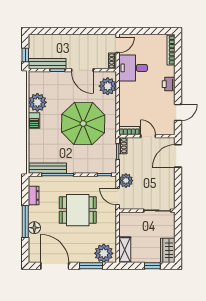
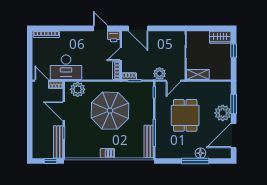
desk: (133, 68) -> (66, 67), width x1.37
door: (82, 70) -> (64, 111), swing flipped
printer: (169, 84) -> (114, 36), moved
plant: (37, 102) -> (92, 150), removed
dresser: (34, 196) -> (173, 154), removed
shelving: (125, 250) -> (198, 75), moved
plant: (104, 253) -> (223, 113), moved

